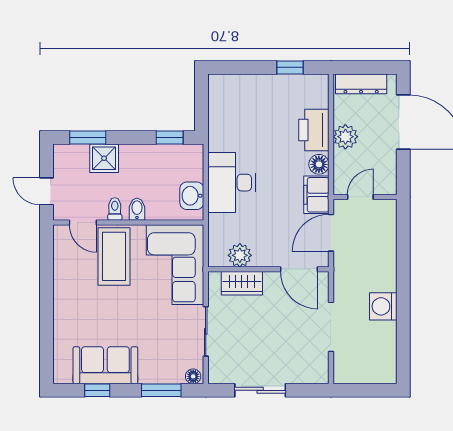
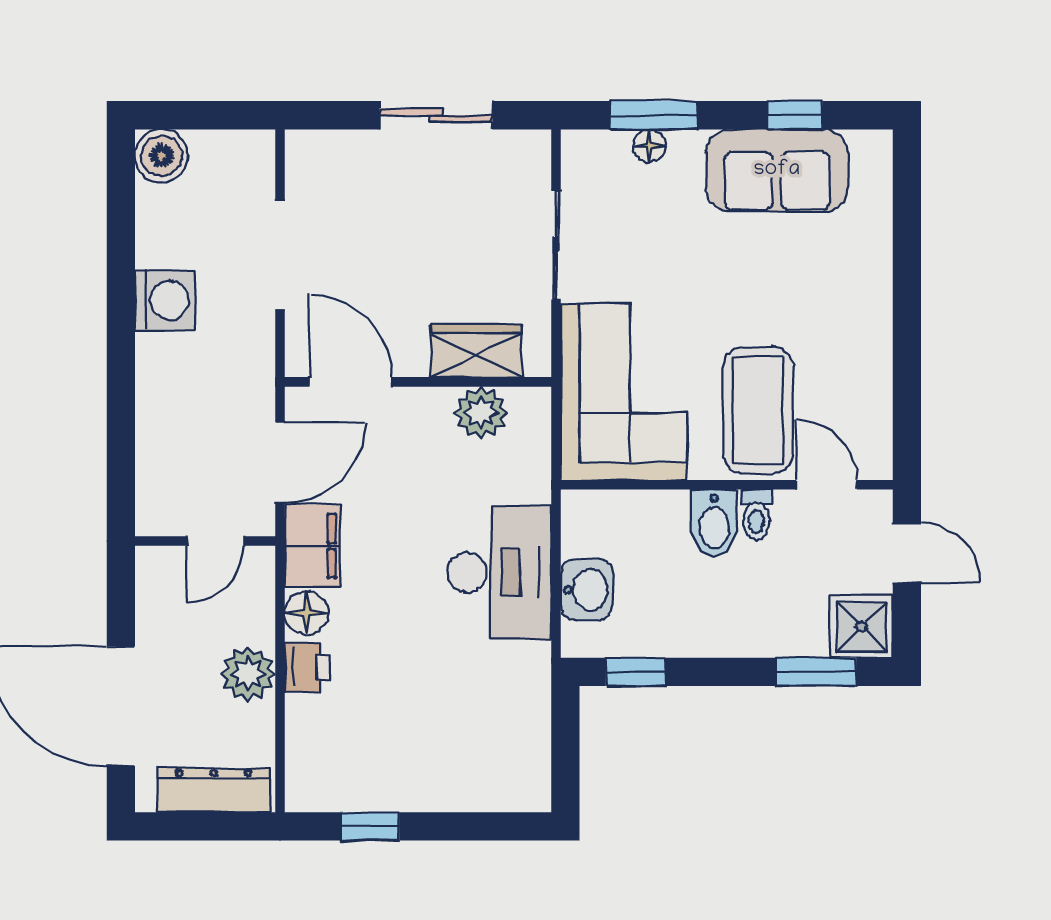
printer: (314, 130) -> (307, 667), width x0.53, depth x0.68
shower: (104, 158) -> (861, 626), moved
washbasin: (192, 196) -> (587, 590), moved
bidet: (137, 209) -> (714, 523), width x1.38, depth x1.36
boiler: (385, 372) -> (162, 156), added
floor lamp: (193, 376) -> (649, 146), moved

